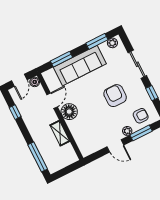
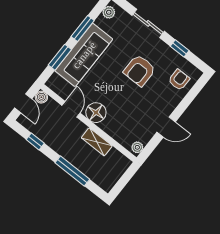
window: (97, 41) -> (83, 29), moved
armchair: (115, 96) -> (139, 70), turned -90
plant: (127, 131) -> (137, 147), moved
window: (141, 133) -> (188, 99), removed
window: (38, 157) -> (72, 171), moved

